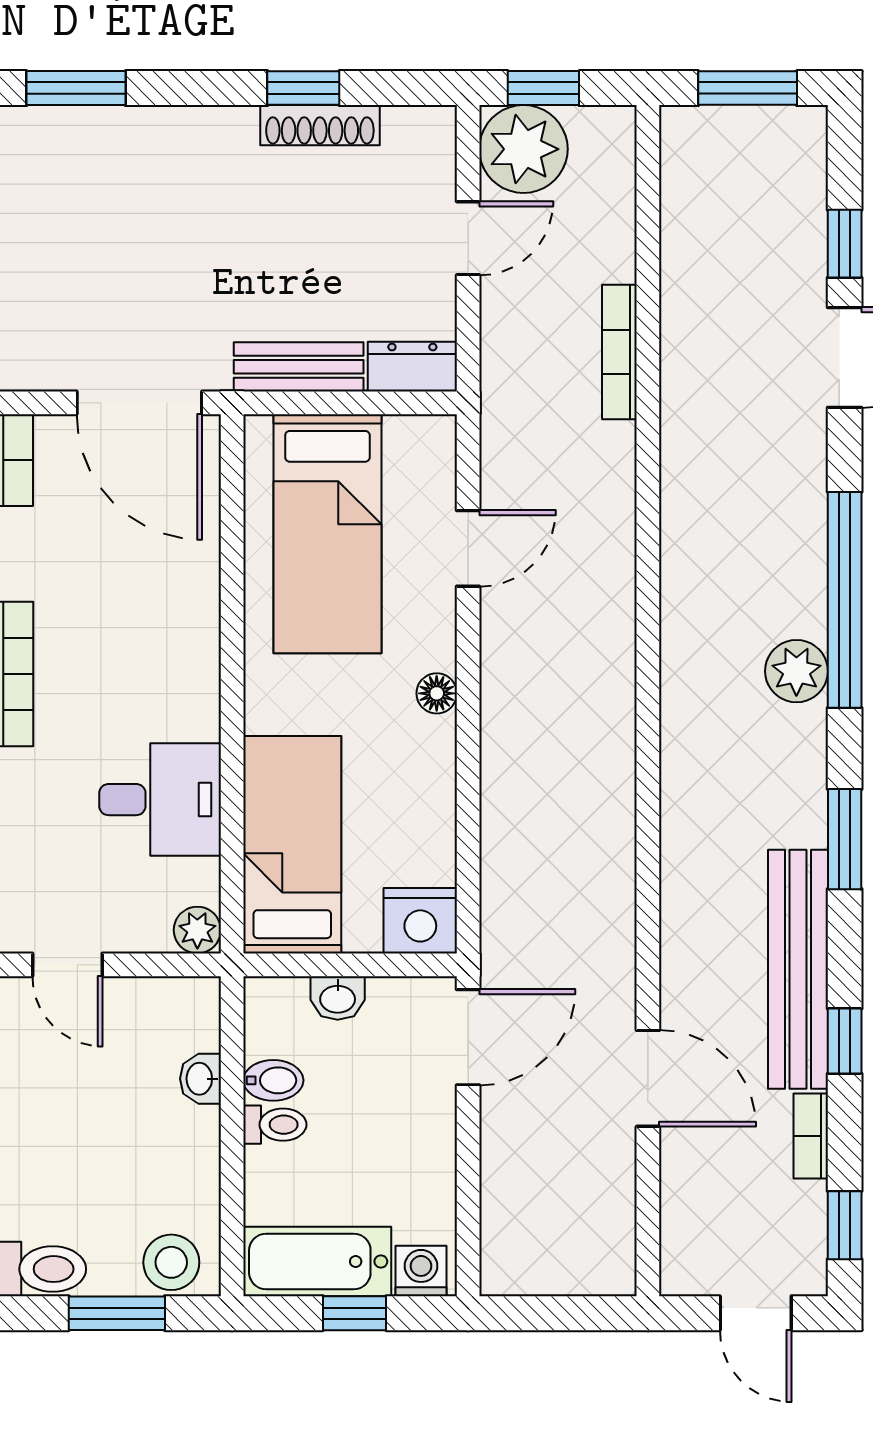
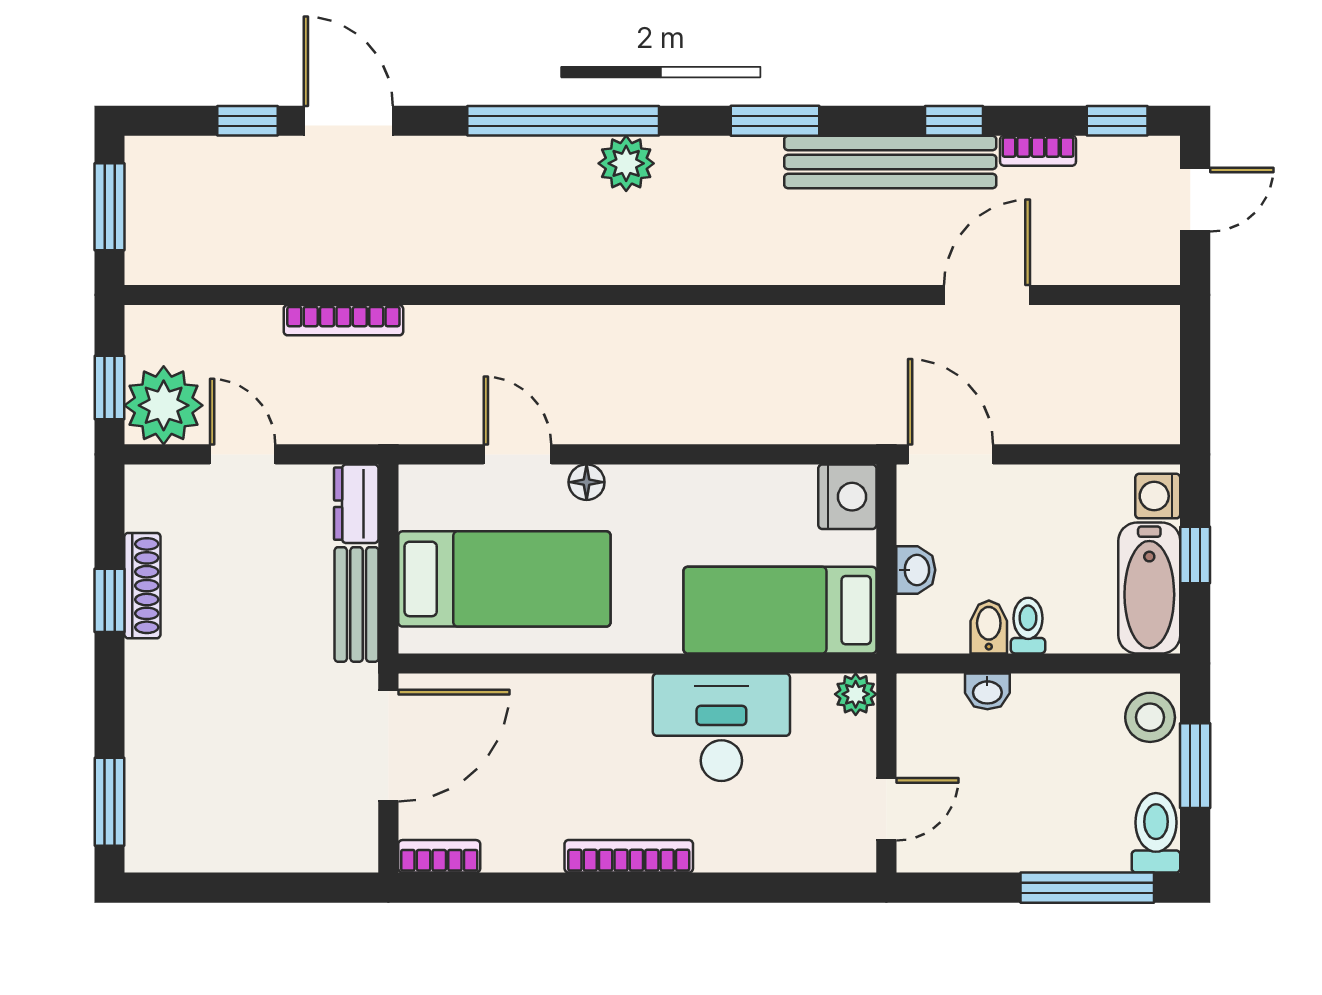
floor lamp: (437, 693) -> (587, 482), moved
desk: (160, 800) -> (721, 727), width x1.37

